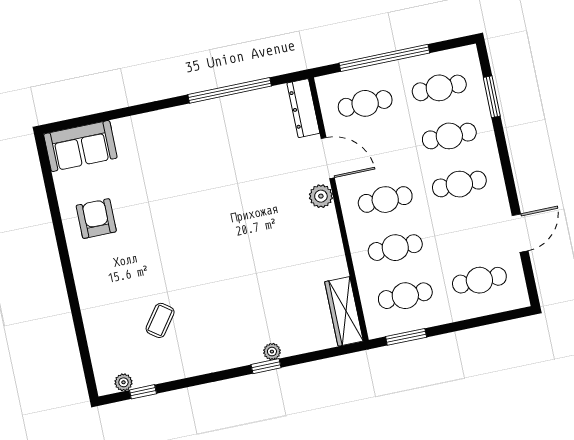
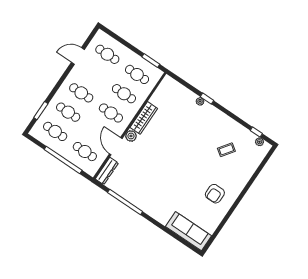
sofa: (80, 146) -> (188, 231), width x1.36
armchair: (96, 219) -> (215, 194), moved
wardrobe: (344, 311) -> (144, 118), moved

